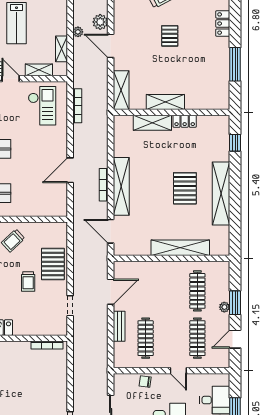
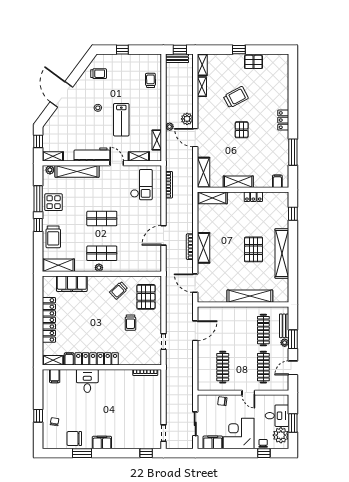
filing cabinet: (215, 102) -> (277, 181), added
shelving: (152, 123) -> (212, 198), moved
shelving: (121, 186) -> (204, 248), width x0.68
pallet: (53, 264) -> (146, 297), moved
bench: (119, 326) -> (284, 326), moved

